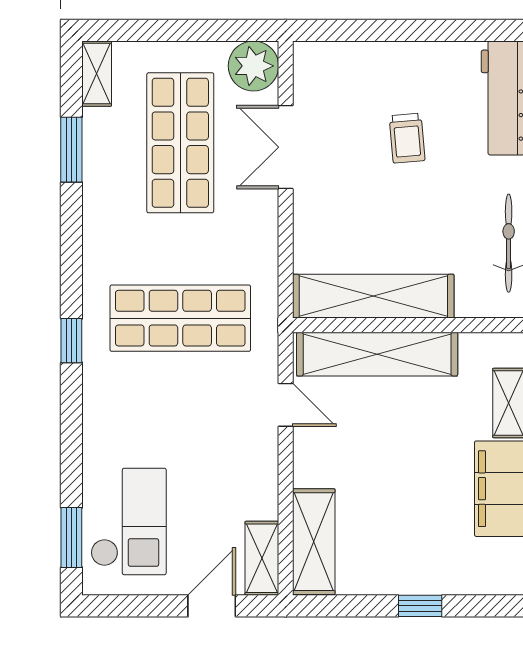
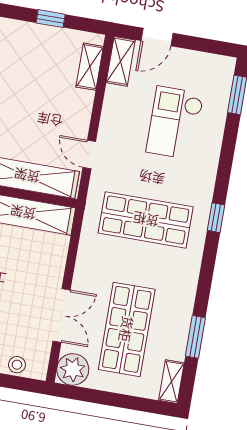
stool: (342, 58) -> (17, 365), added
checkout: (128, 521) -> (175, 123), moved
shelving: (314, 542) -> (90, 67), width x0.67, depth x0.75
window: (420, 606) -> (51, 19), moved

